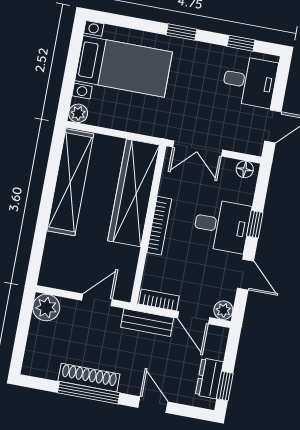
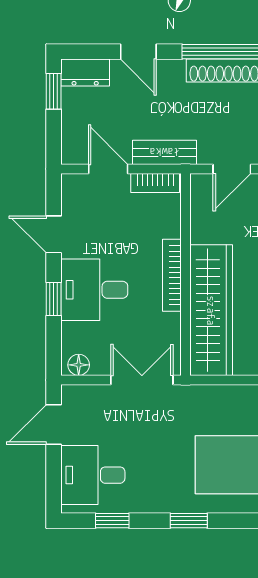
plant: (223, 310) -> (73, 185), removed
dresser: (209, 378) -> (85, 73), moved, turned 90

